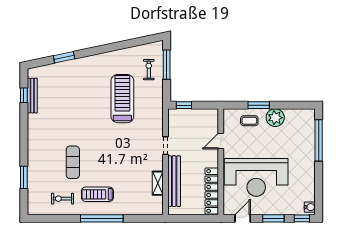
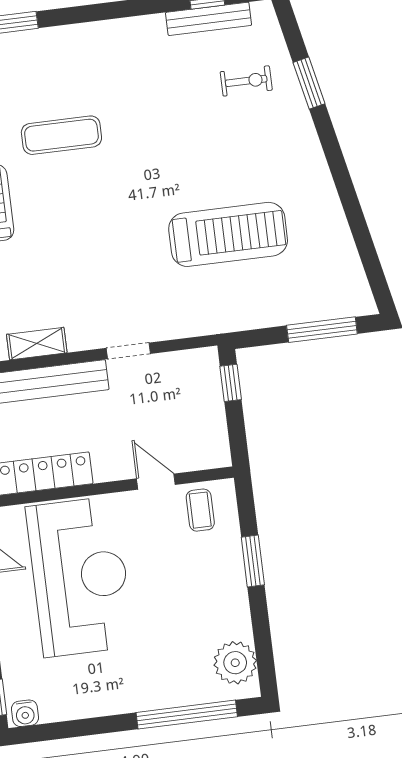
exercise bike: (149, 70) -> (246, 81), moved
plant: (275, 118) -> (235, 663), moved
coffee table: (249, 121) -> (200, 510), moved
reception desk: (256, 177) -> (80, 577), turned 180

